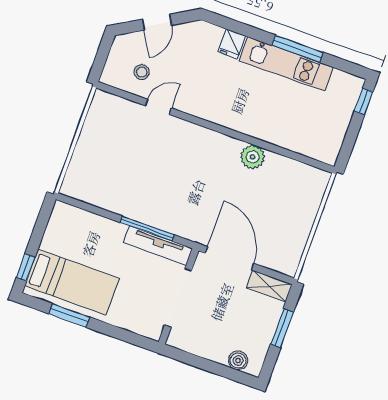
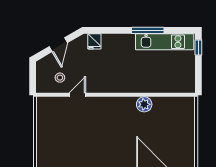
fridge: (232, 44) -> (94, 41), moved
kitchen unit: (286, 64) -> (165, 42), moved

